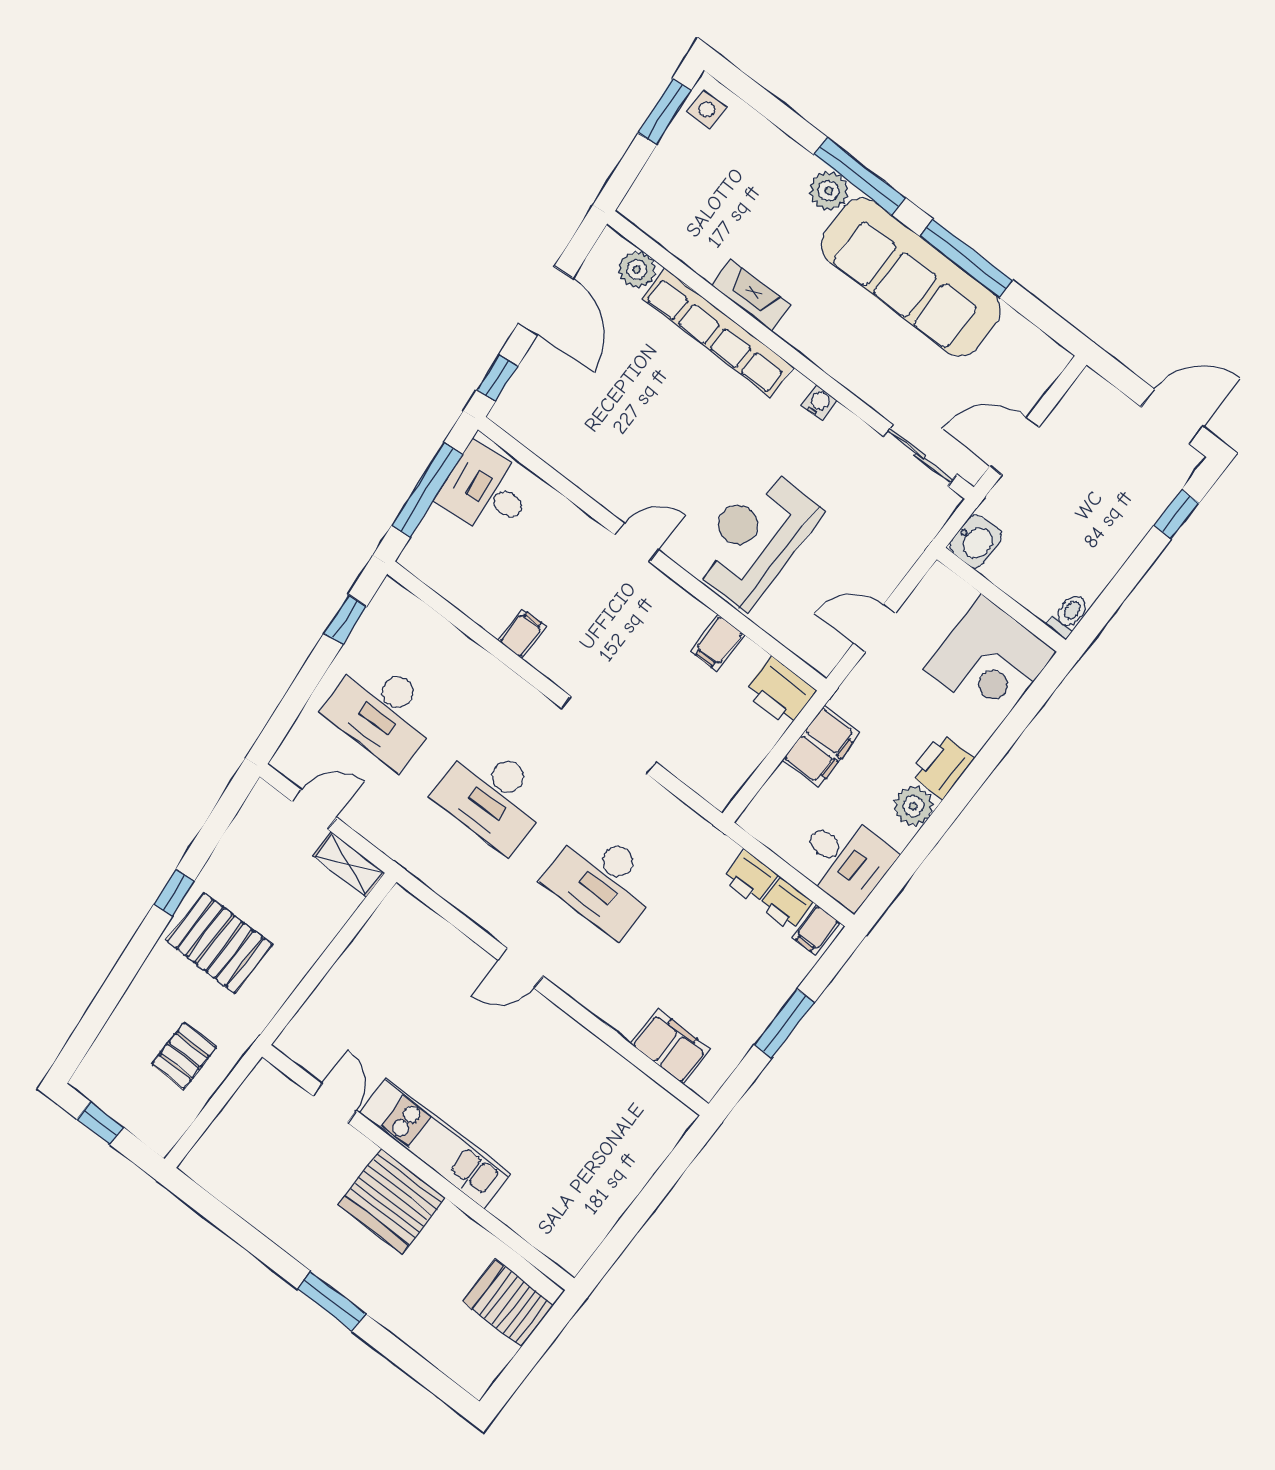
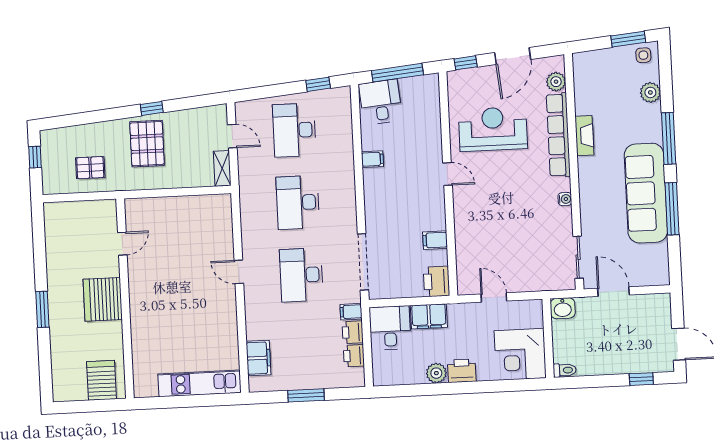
plant: (829, 191) -> (650, 92), moved
desk: (487, 491) -> (381, 102), moved
reception desk: (755, 538) -> (493, 129), moved
doorway: (609, 735) -> (363, 262), moved
desk: (845, 860) -> (390, 328), moved, turned 180
filing cabinet: (816, 929) -> (351, 312), moved
kitchen unit: (435, 1143) -> (200, 383), moved, turned -90

